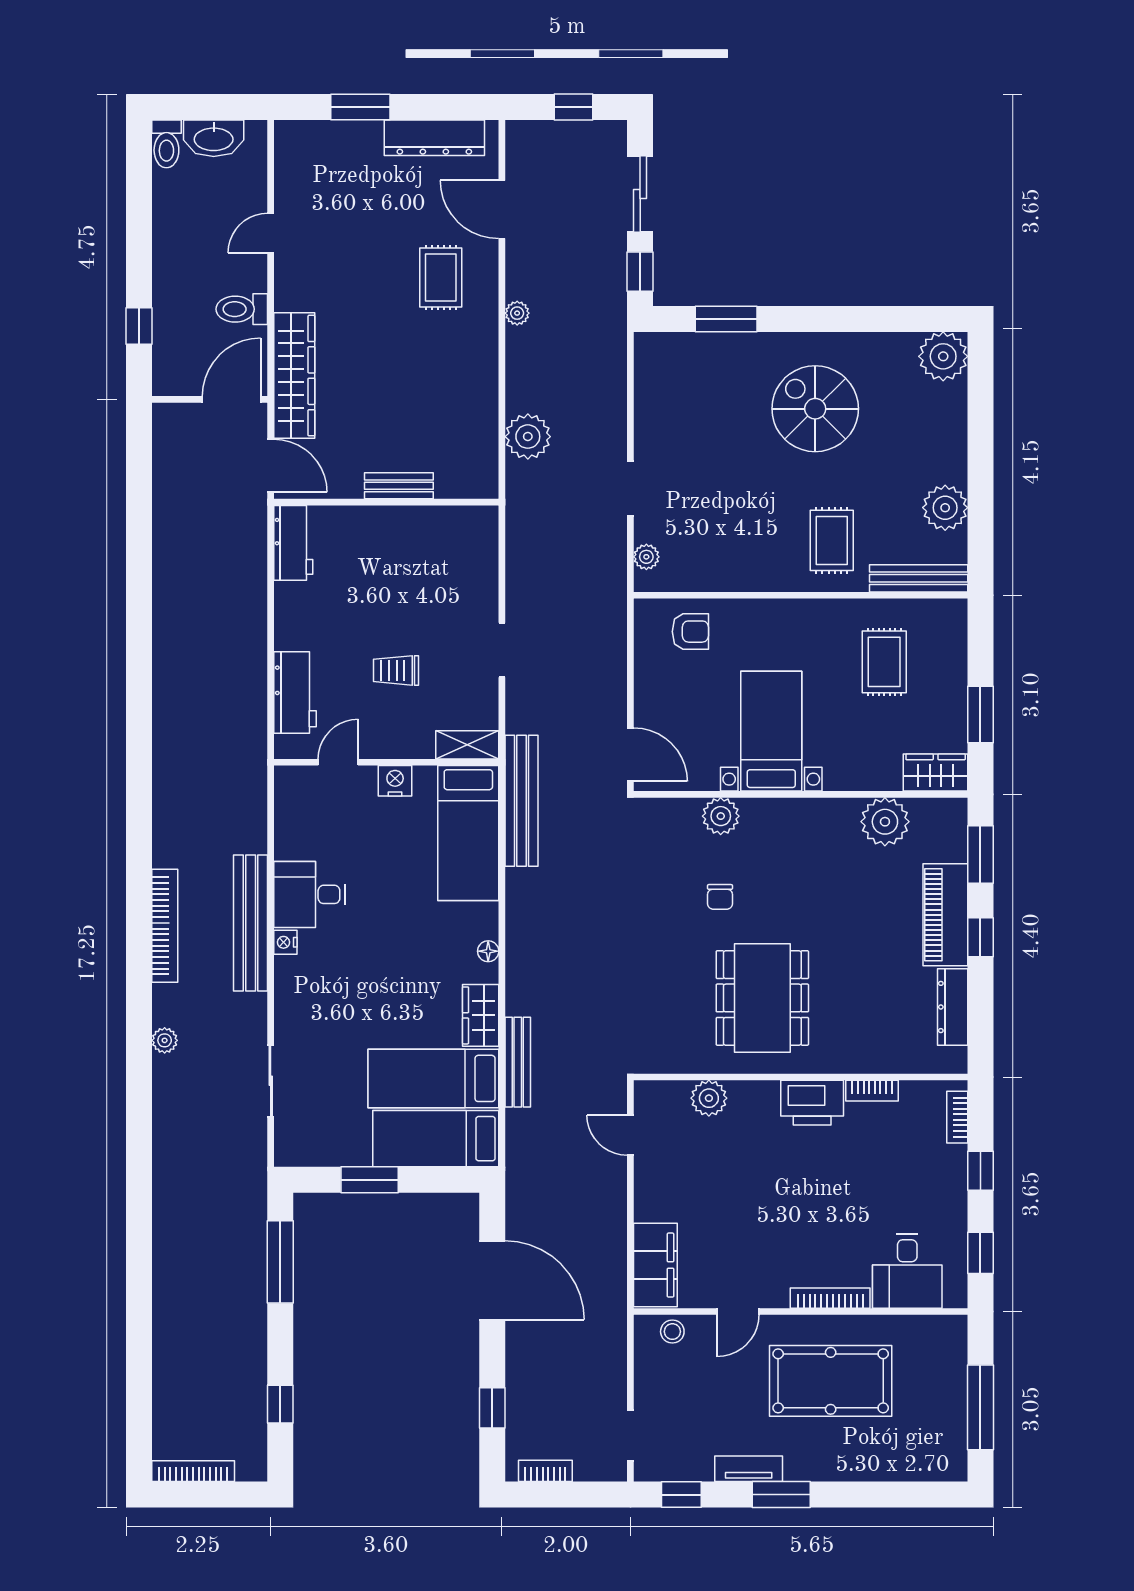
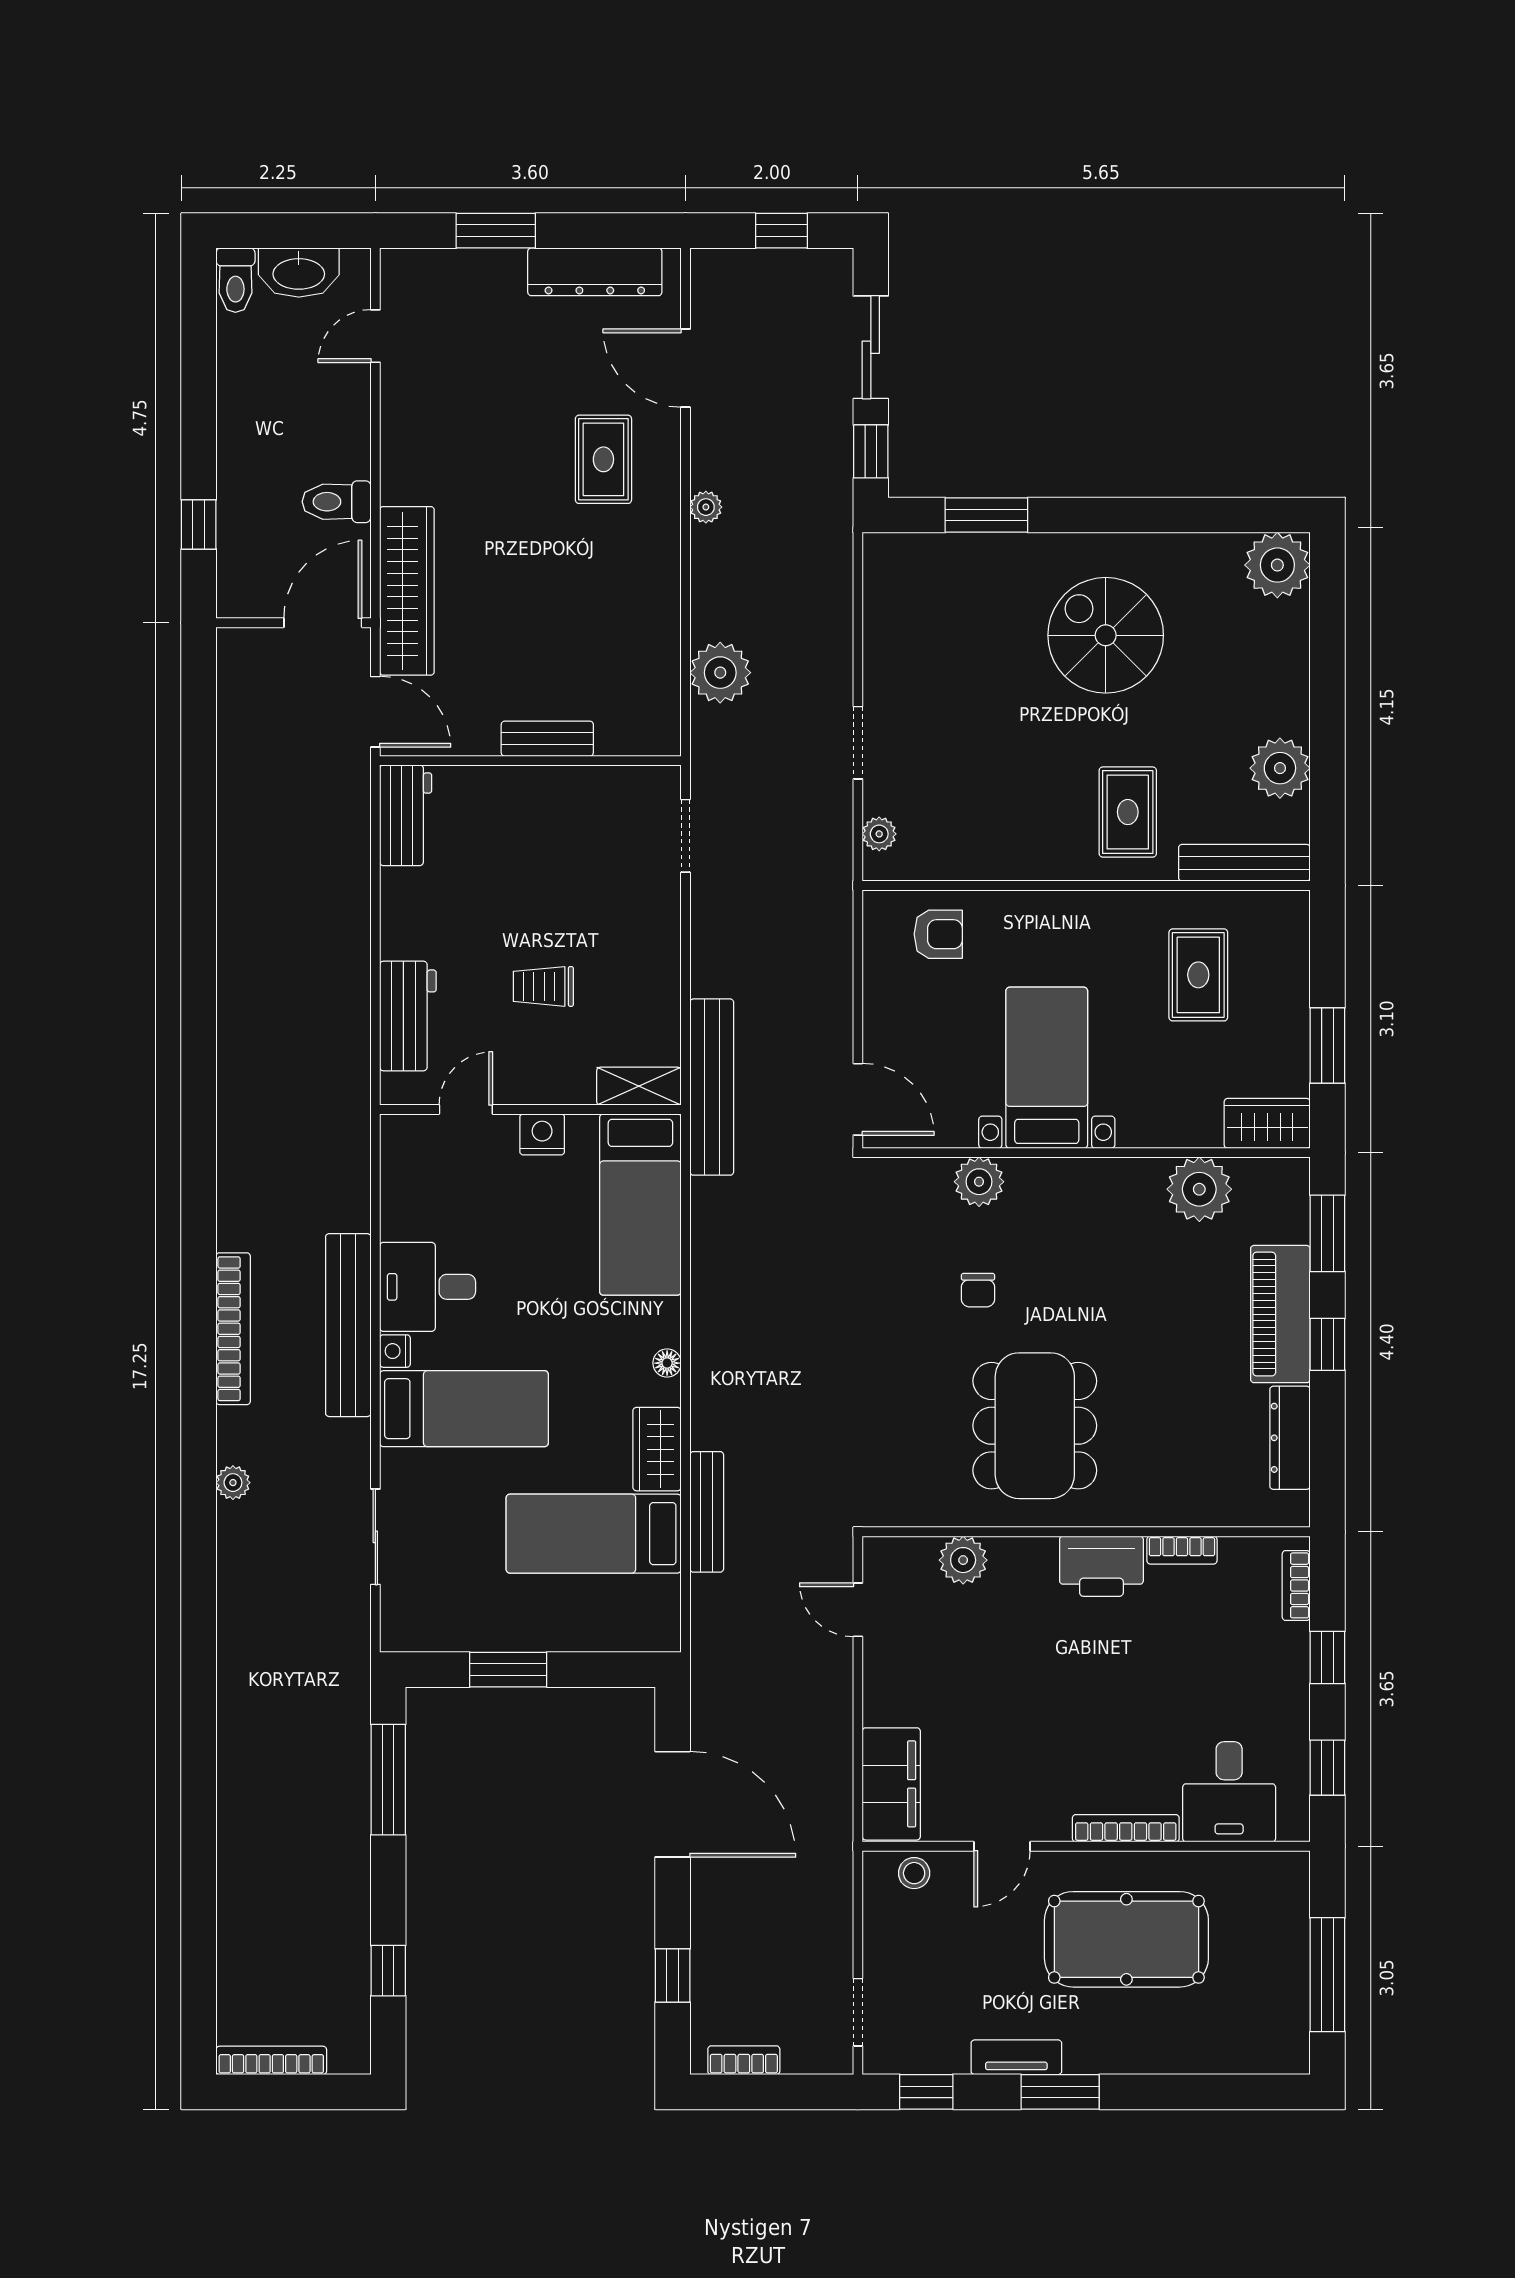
door: (271, 233) -> (375, 336), moved
doorway: (502, 650) -> (686, 836), moved
bench: (521, 801) -> (712, 1087), moved
bed: (436, 1139) -> (464, 1409), moved, turned 180

